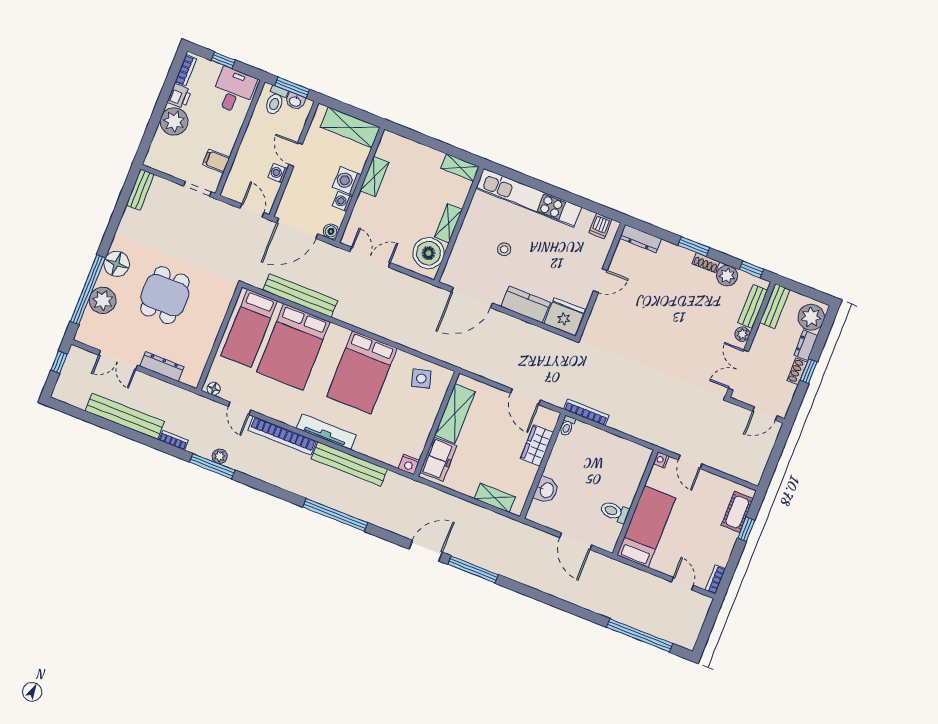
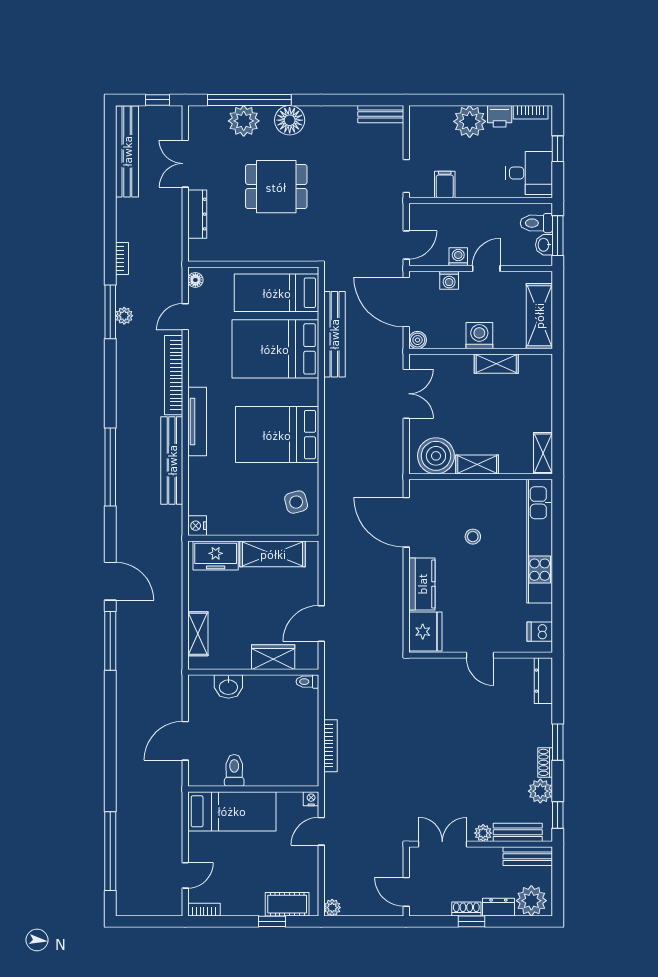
washing machine: (342, 201) -> (449, 280), moved, turned 180
bookcase: (586, 412) -> (330, 746), moved
bench: (125, 416) -> (127, 151), moved
plant: (754, 477) -> (332, 908), added

